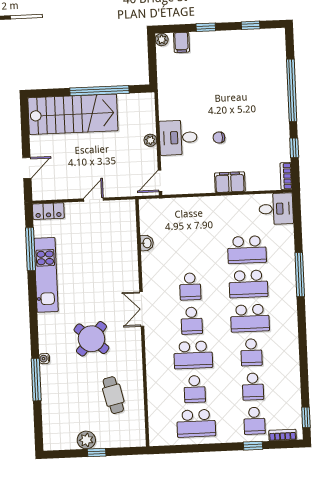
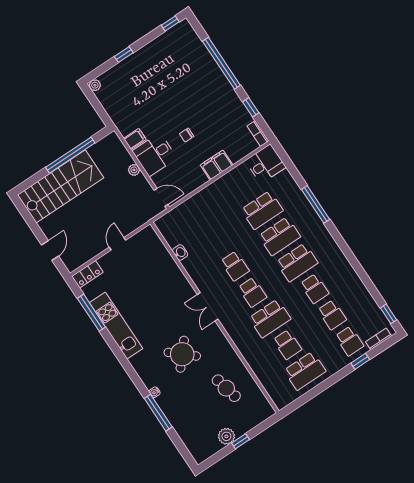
window: (251, 25) -> (170, 24), moved
filing cabinet: (181, 42) -> (135, 139), moved, turned -90
door: (160, 181) -> (161, 197), swing flipped

